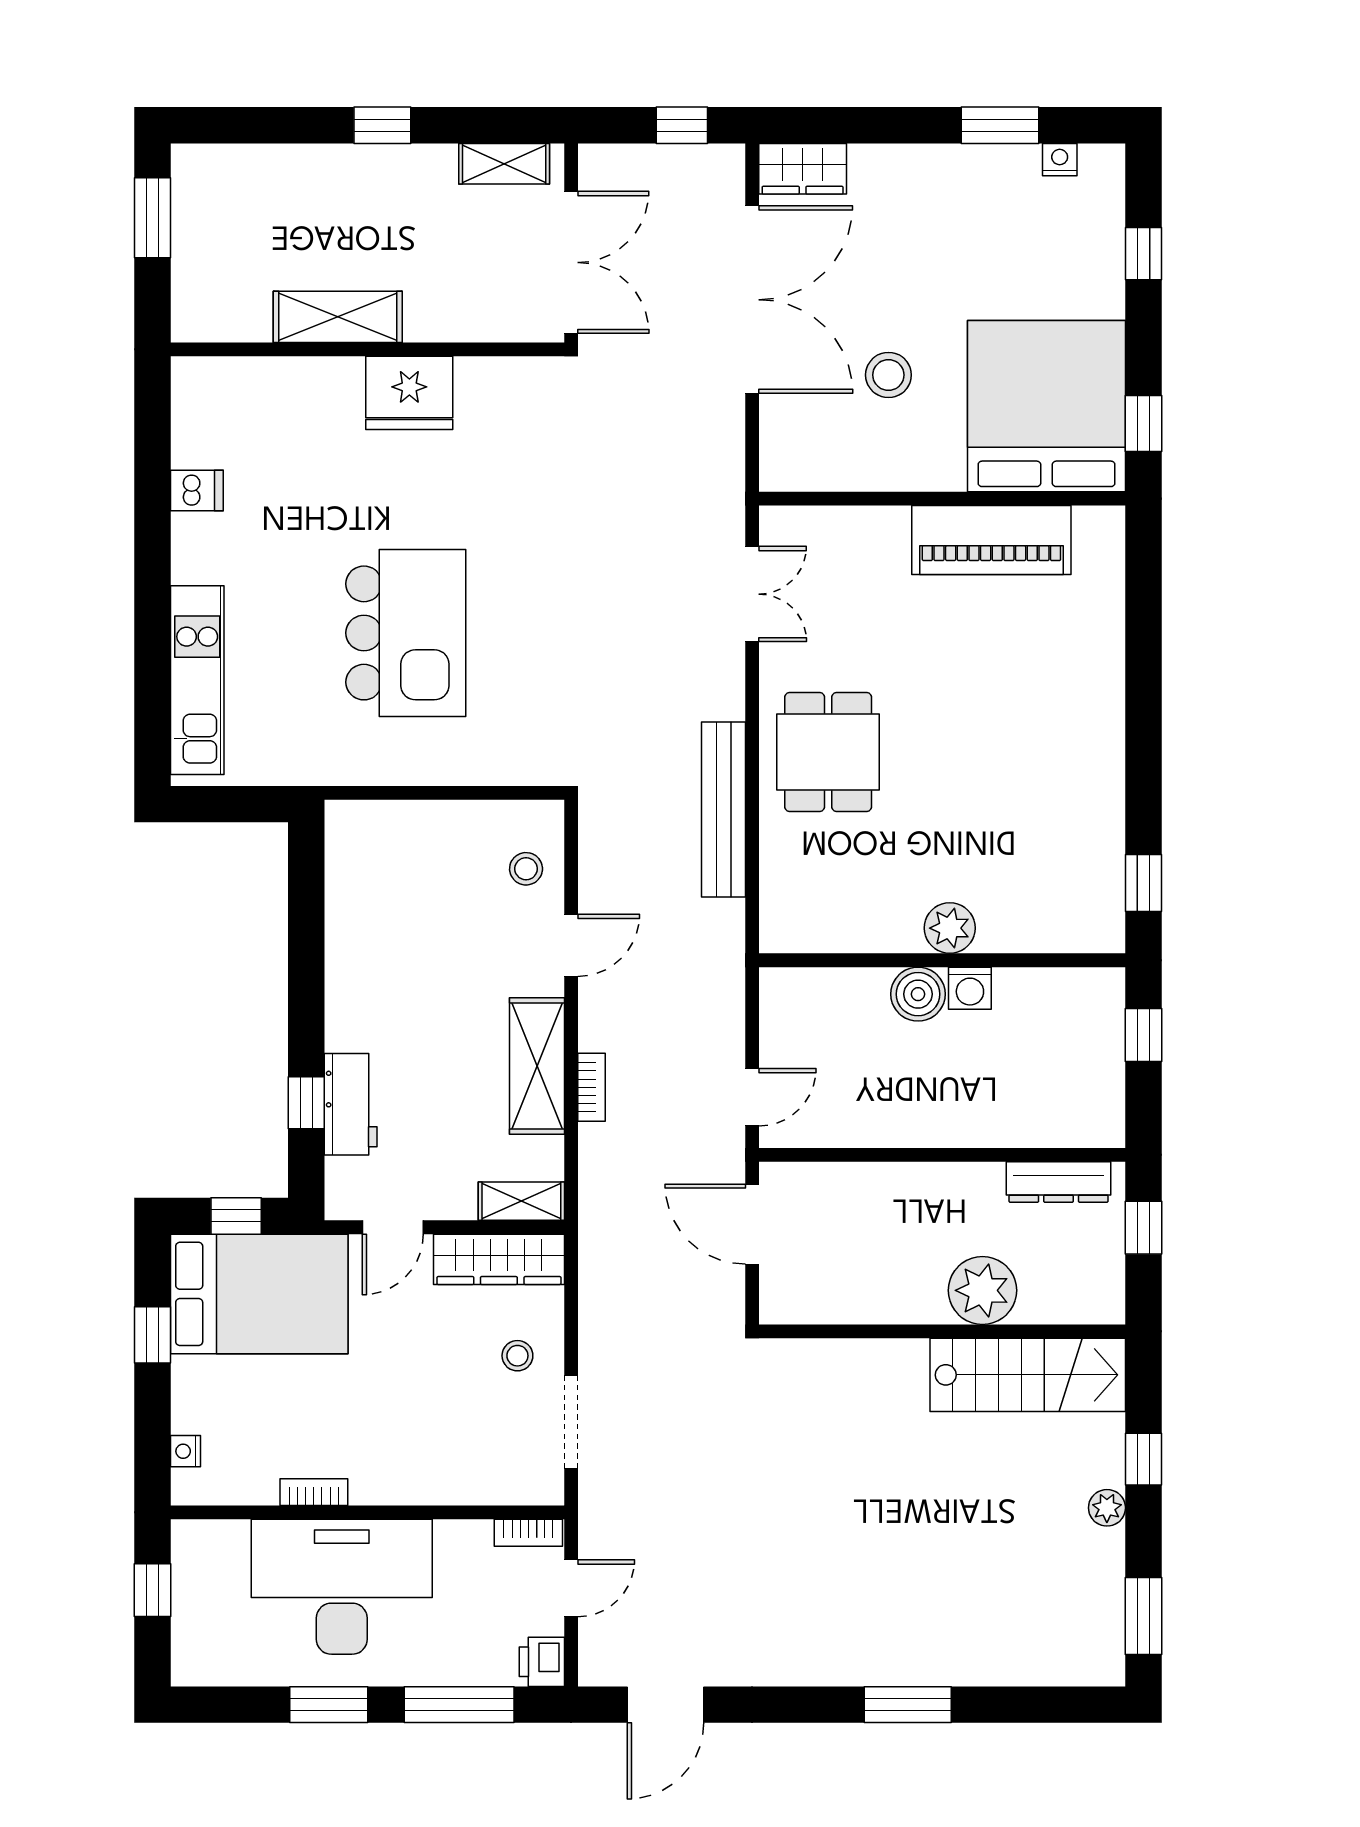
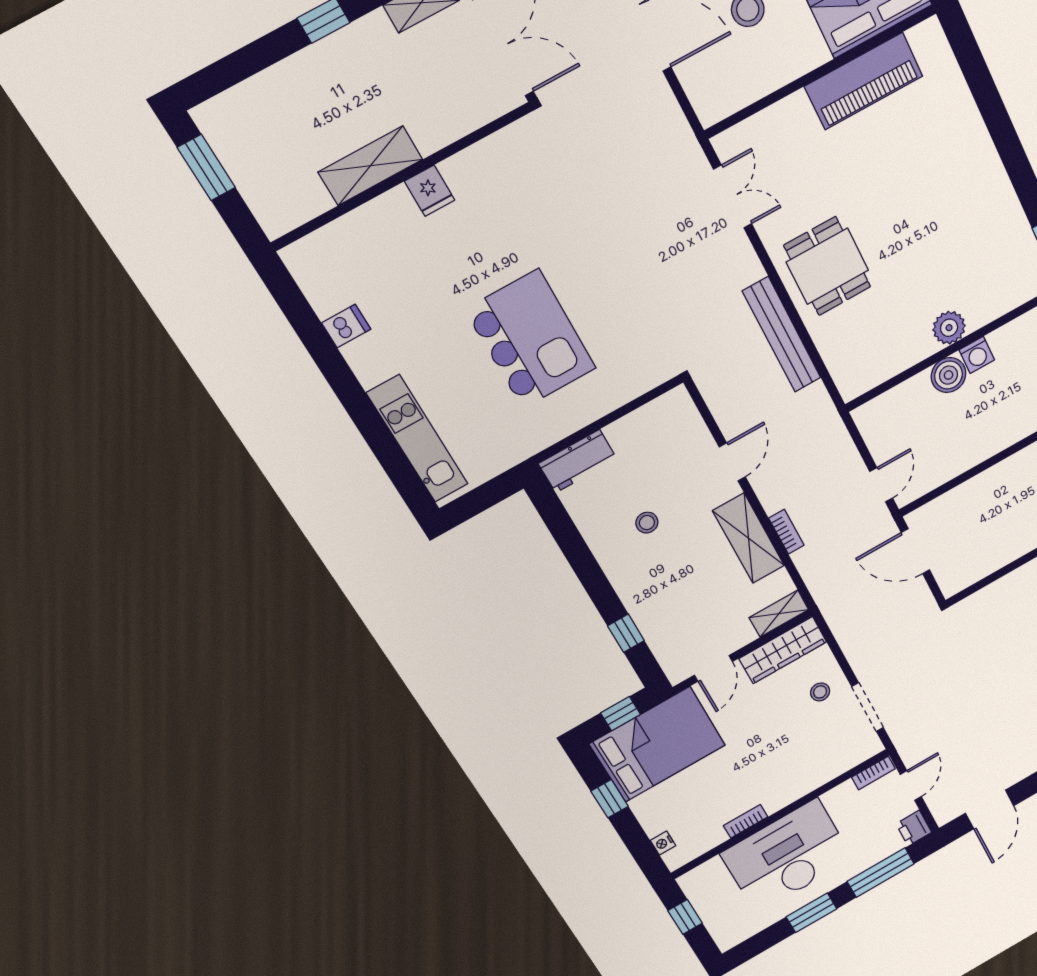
fridge: (409, 393) -> (430, 191), width x0.53, depth x0.75
stool: (526, 869) -> (647, 523), moved
workbench: (351, 1104) -> (578, 461), moved, turned 90

